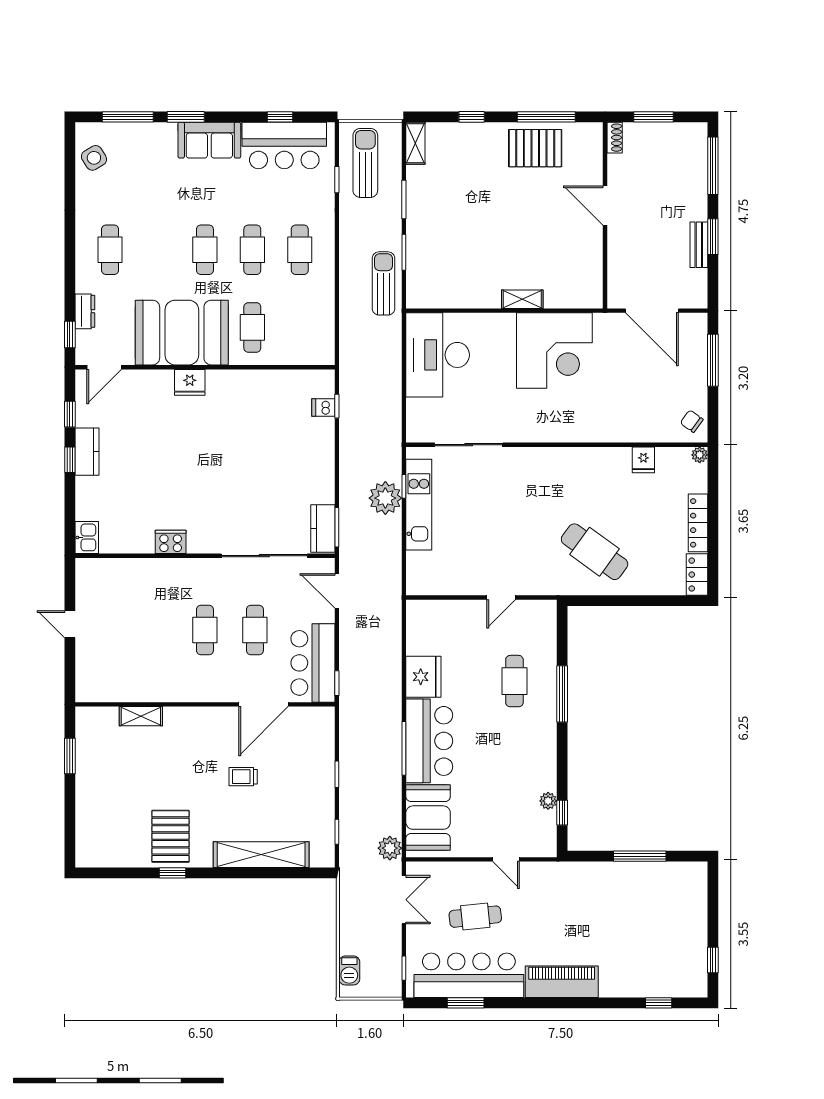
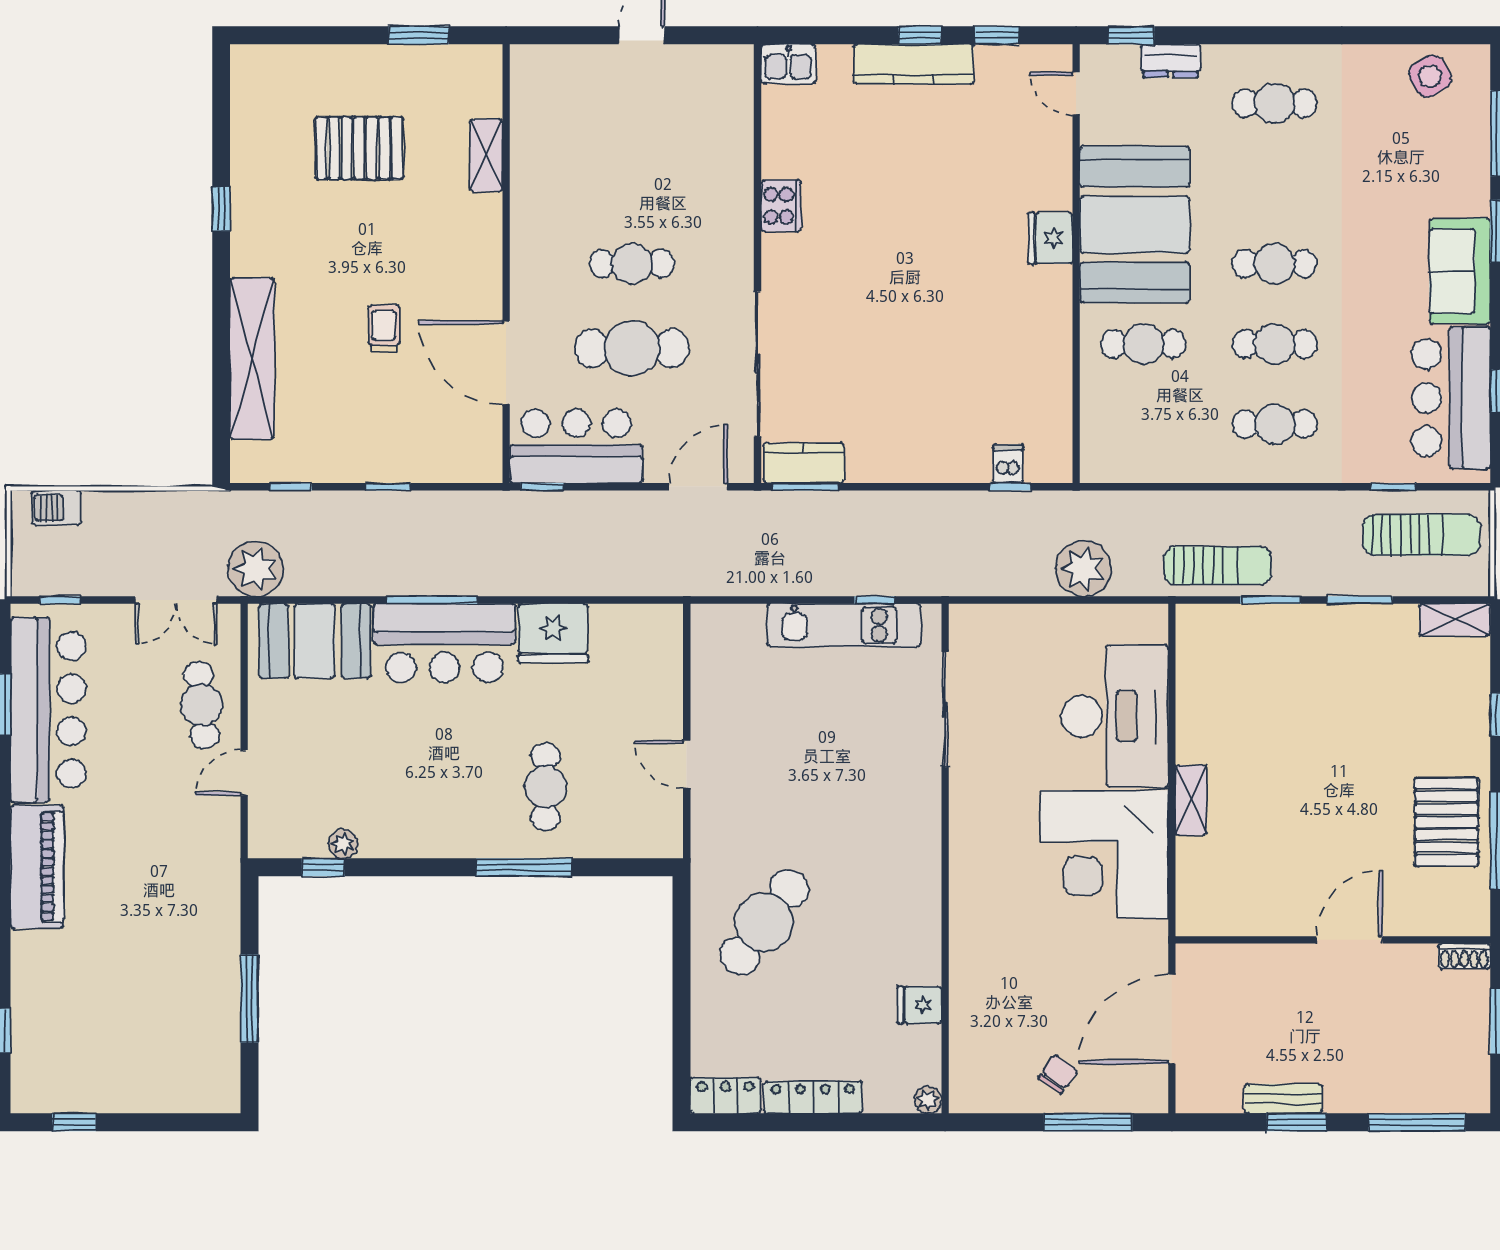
desk: (438, 355) -> (1115, 716), moved, turned 90
door: (104, 367) -> (1076, 93), width x0.73
chair: (692, 421) -> (1058, 1074), moved
kitchen counter: (87, 452) -> (914, 64), width x1.50
plant: (385, 498) -> (1083, 569), moved
cafe table: (255, 630) -> (632, 348), width x1.37, depth x1.35
cafe table: (514, 681) -> (546, 787), turned 90
pallet: (170, 836) -> (359, 148), moved
plant: (390, 848) -> (256, 569), width x1.36, depth x1.36
cafe table: (475, 917) -> (202, 705), moved

